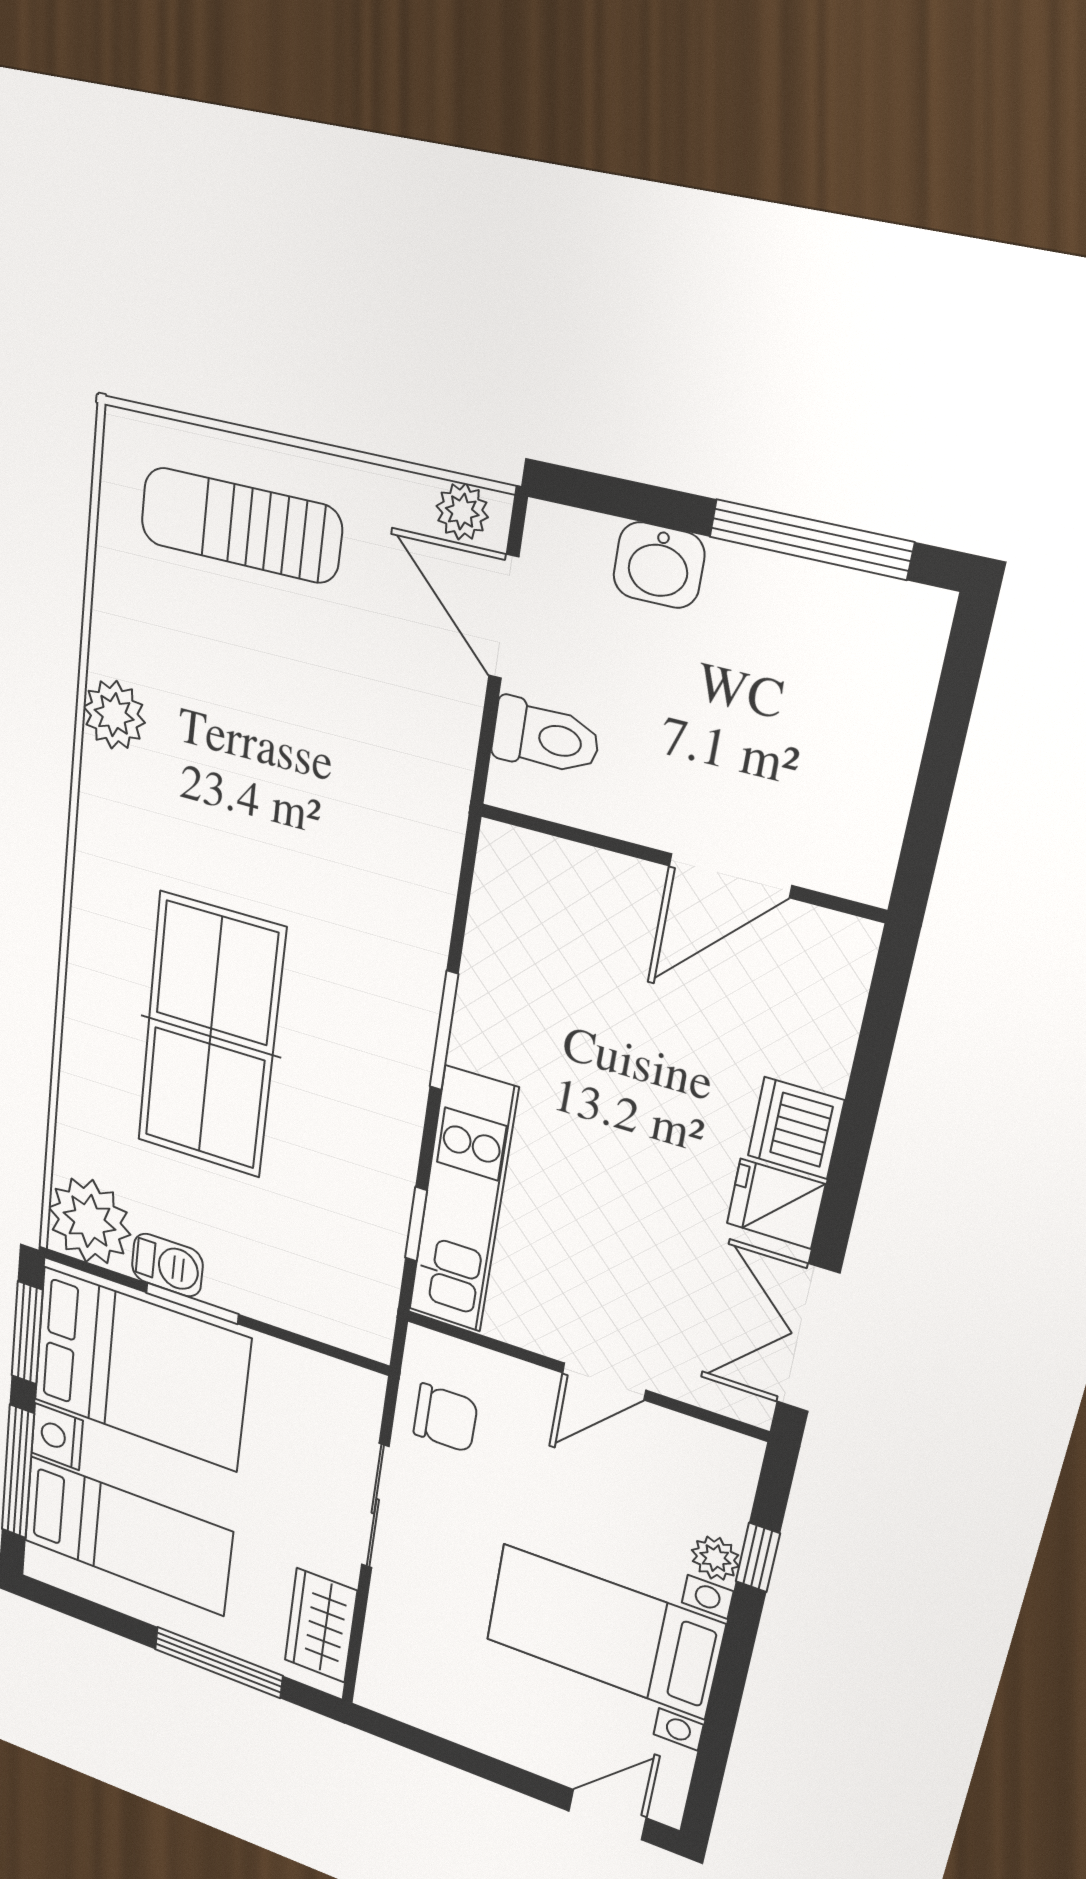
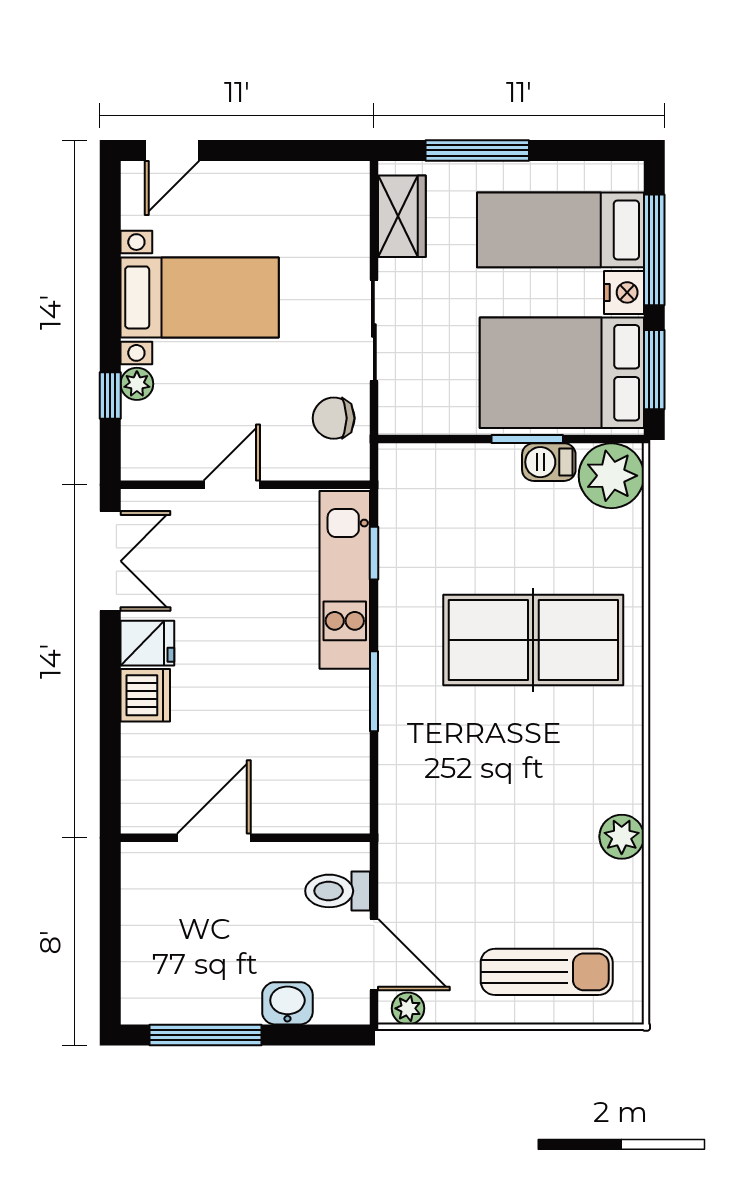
table tennis table: (210, 1036) -> (533, 640), turned 90

